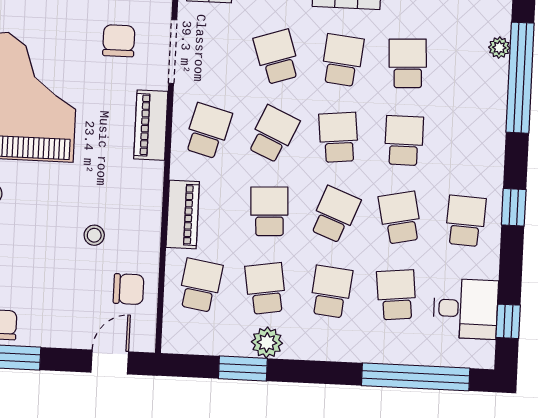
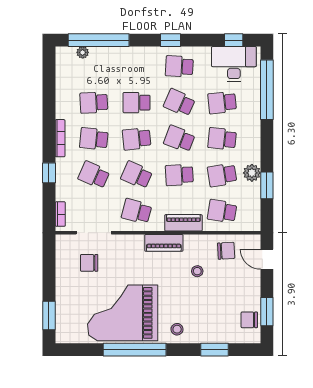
school desk: (277, 57) -> (94, 175), turned 42
piano: (151, 125) -> (164, 243), moved
school desk: (400, 218) -> (179, 103), turned 36
chair: (129, 289) -> (226, 251), turned 87
desk: (466, 309) -> (234, 64), width x1.37

